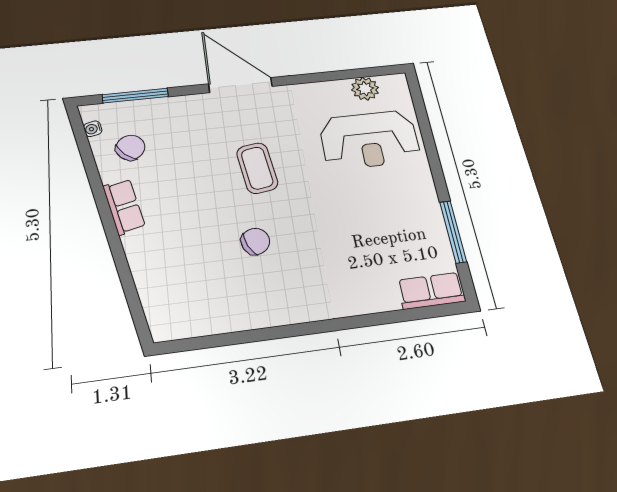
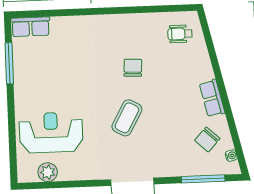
coffee table: (257, 168) -> (127, 118), turned 37
chair: (255, 241) -> (133, 68), turned 117
wheelchair: (181, 302) -> (180, 34), added

